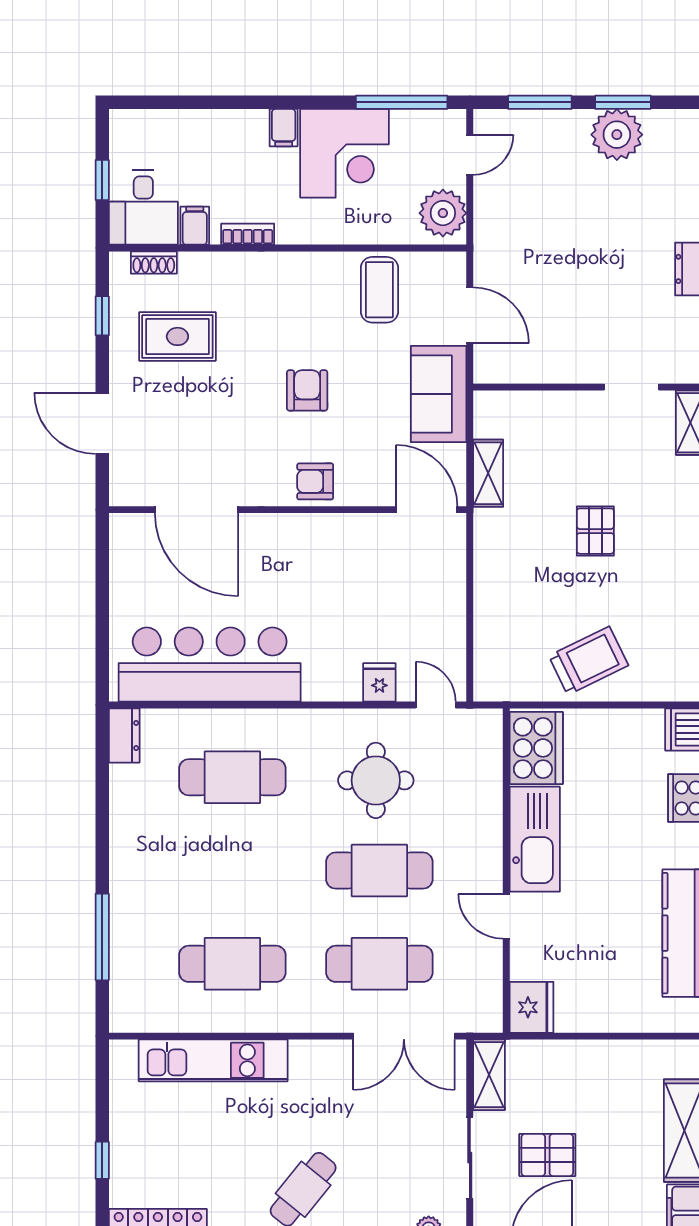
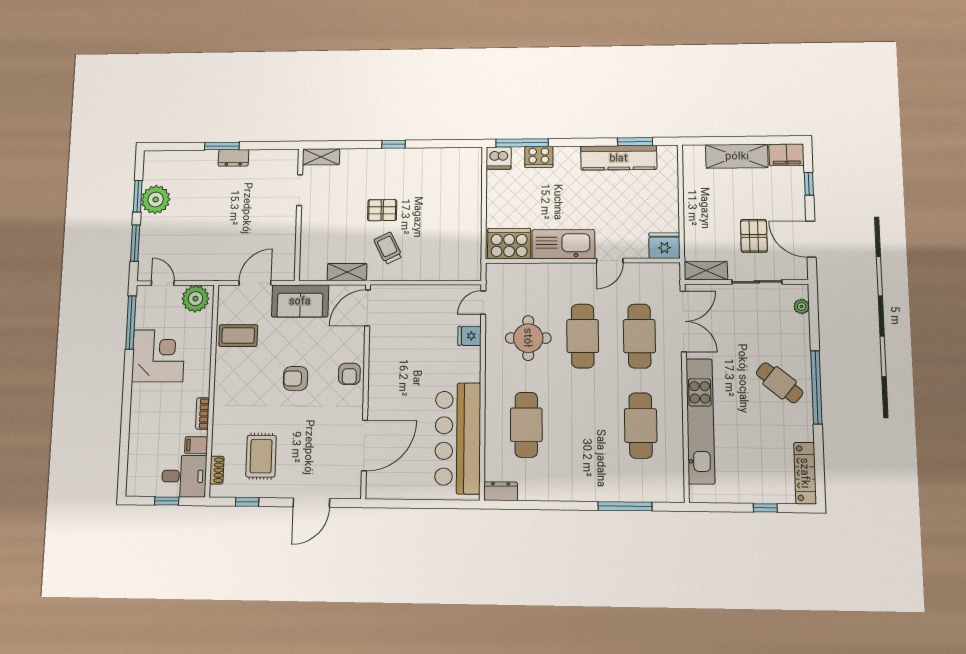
filing cabinet: (284, 128) -> (142, 392), removed
trolley: (589, 661) -> (388, 248), moved, width x0.73, depth x0.72
kitchen unit: (213, 1060) -> (700, 421), width x1.36

